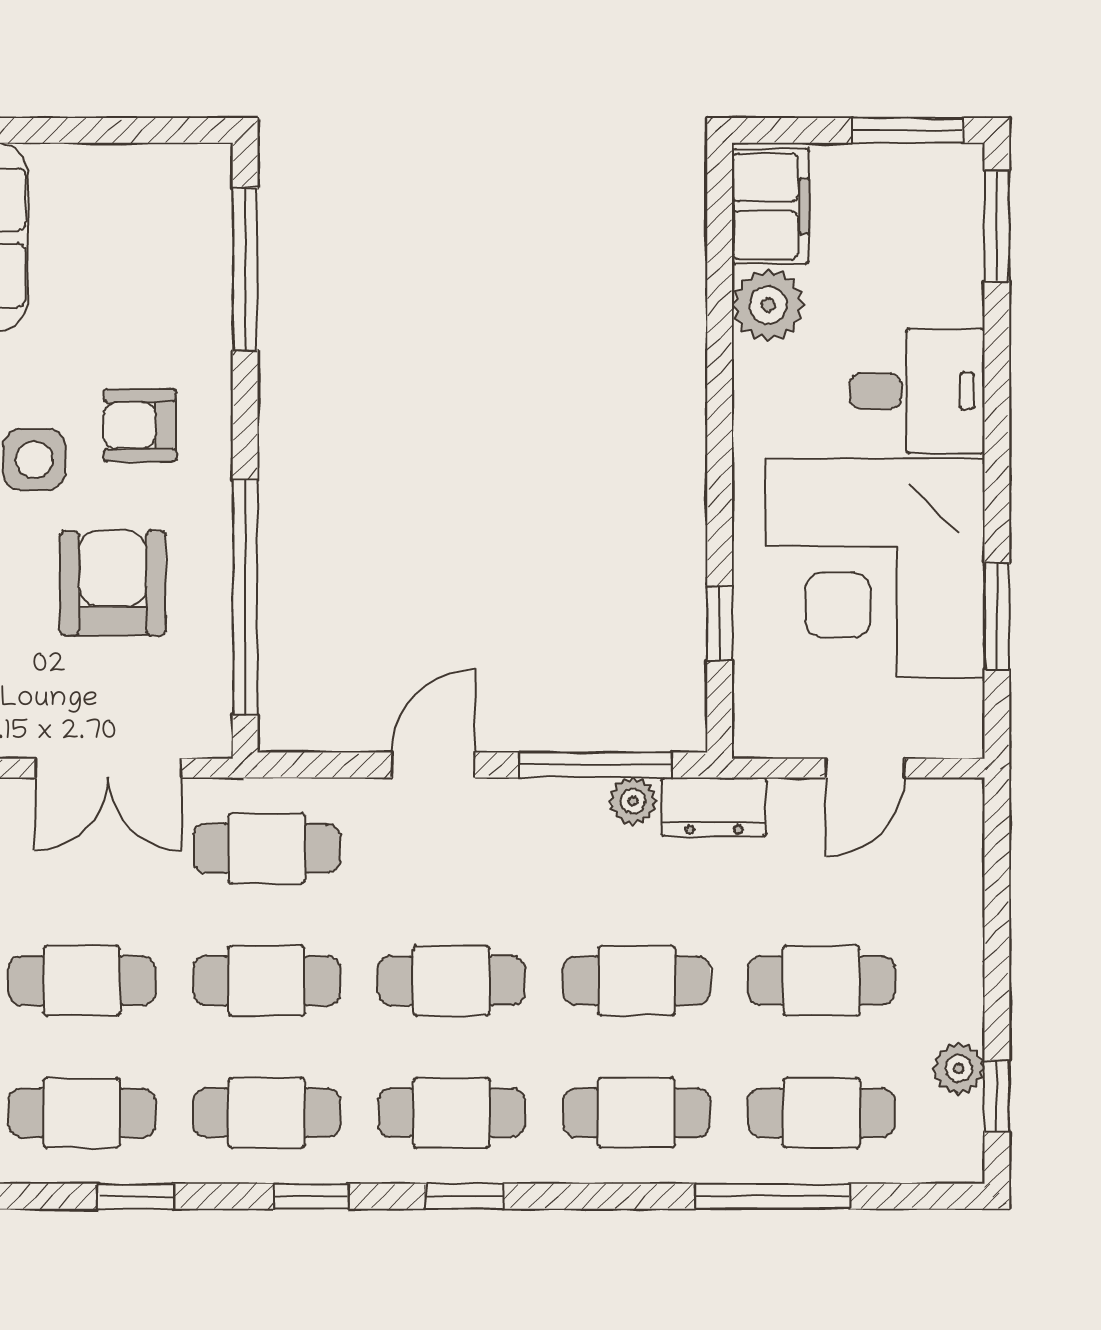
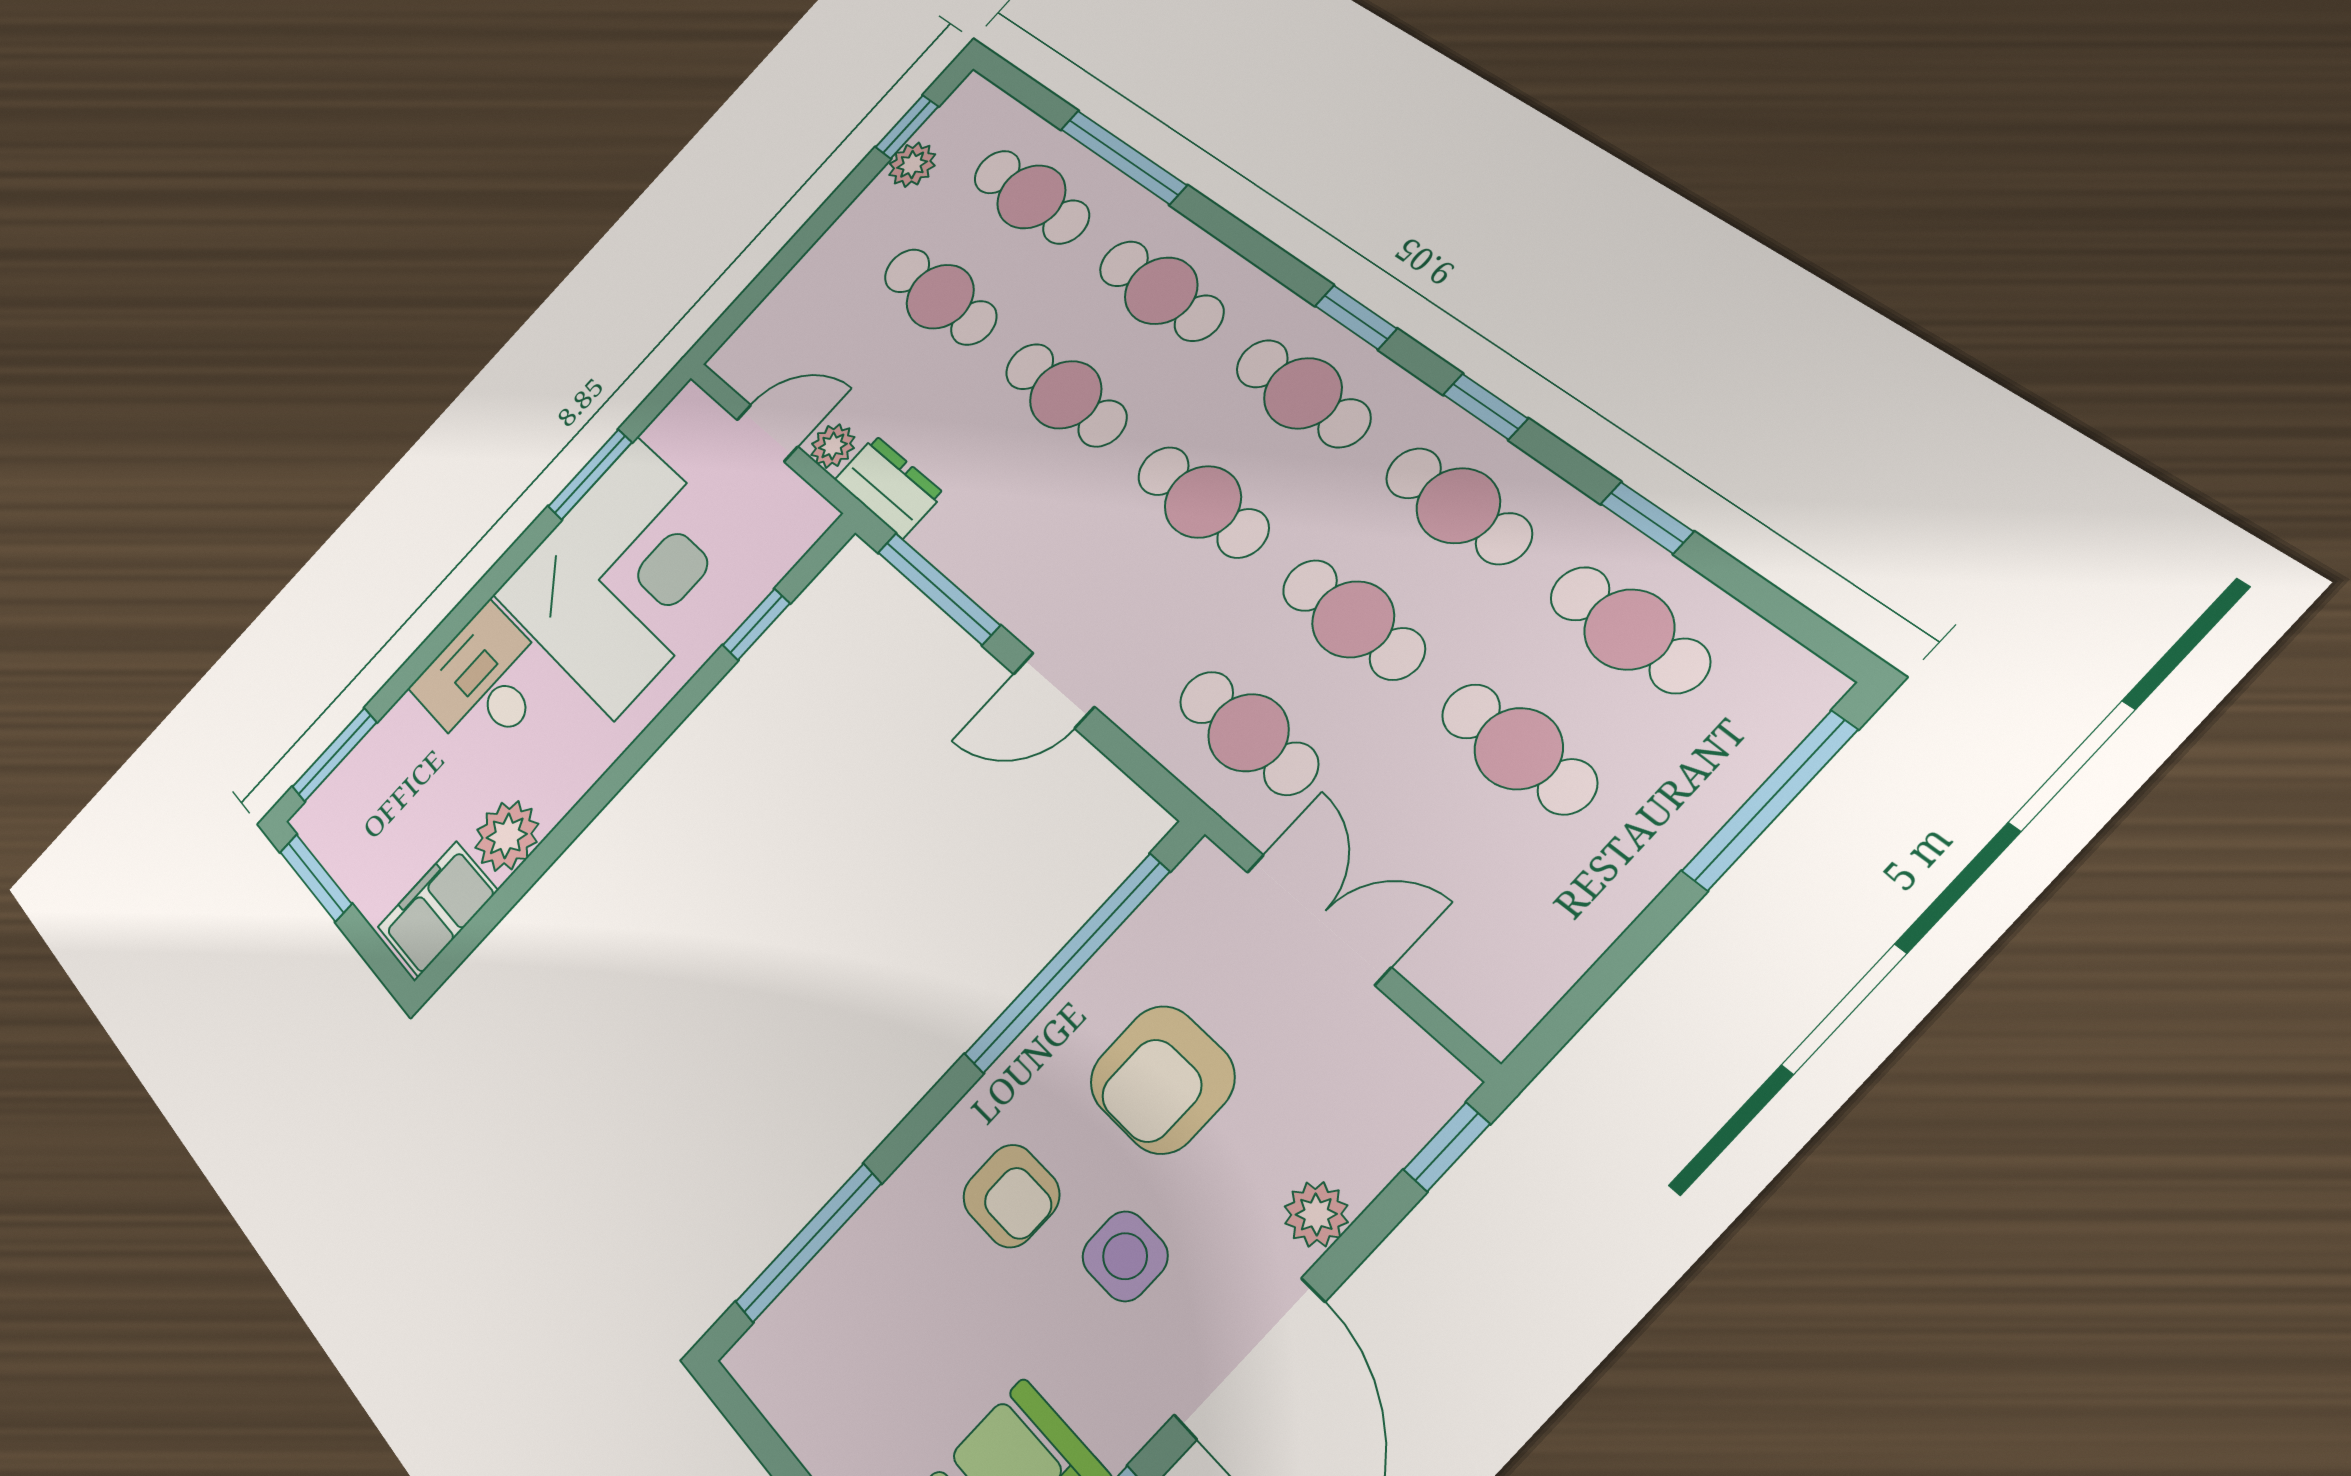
plant: (633, 801) -> (833, 446), moved

